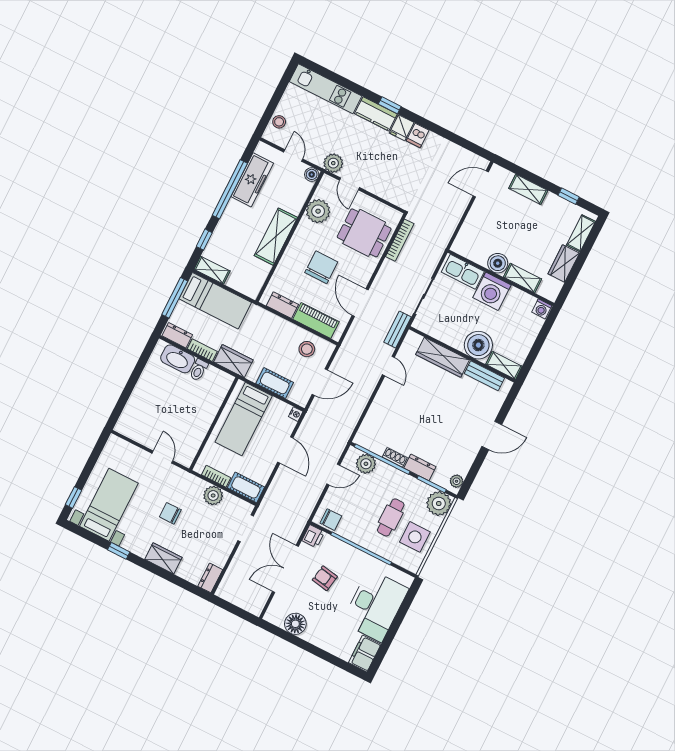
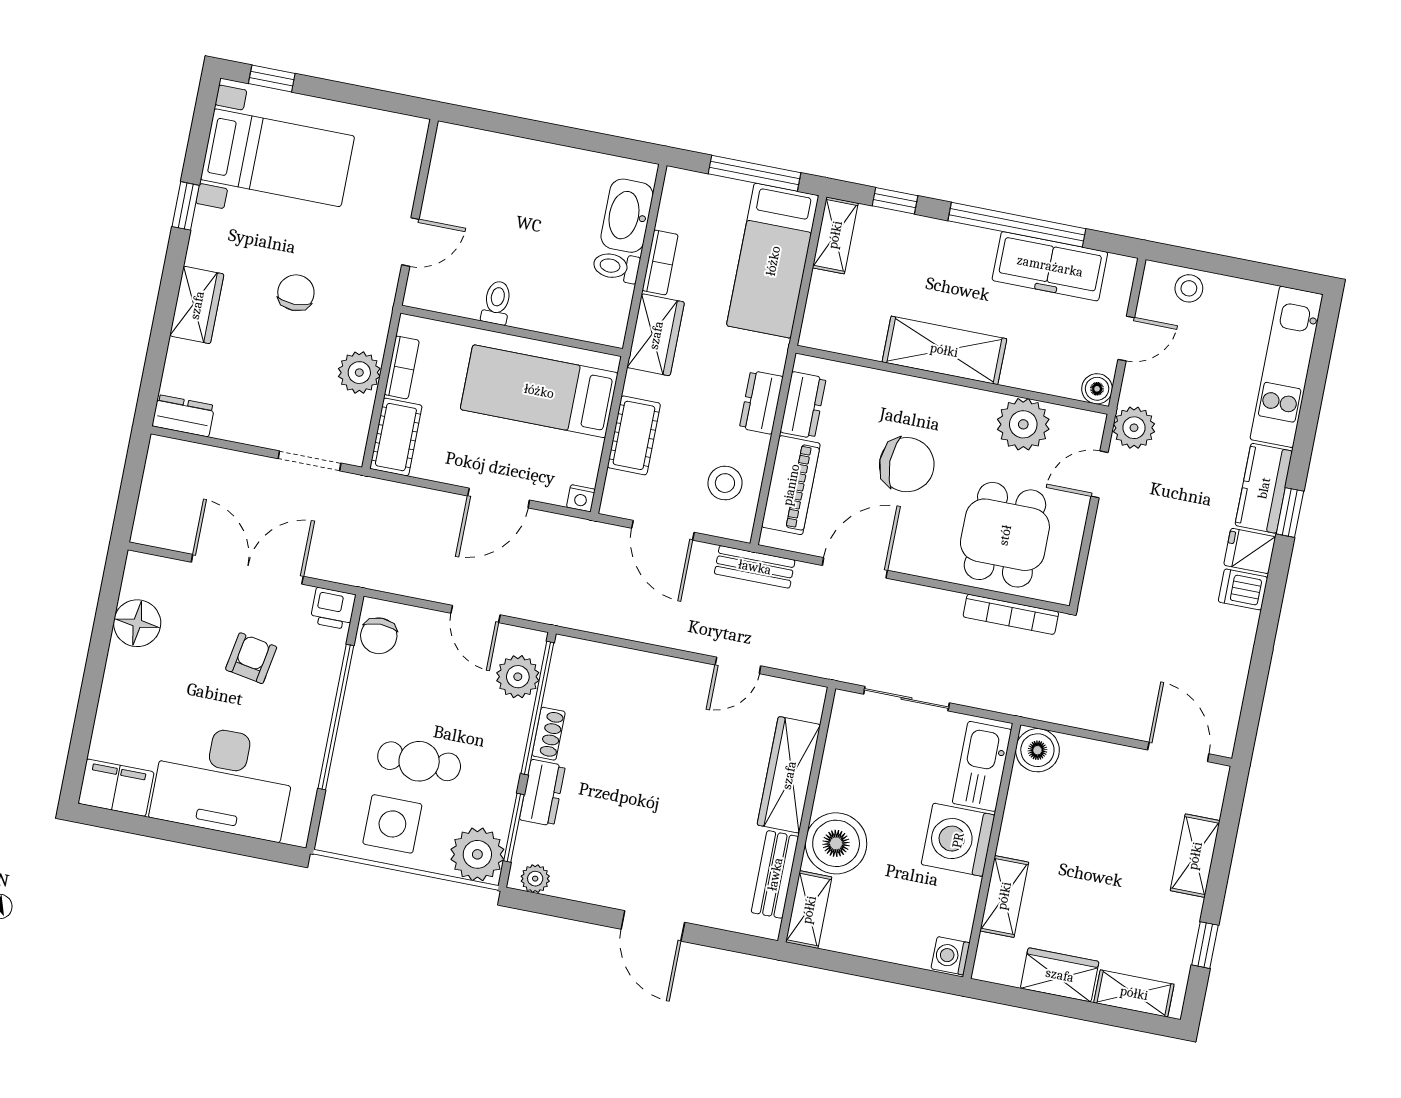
boiler: (498, 263) -> (1037, 750), moved
bench: (397, 330) -> (755, 567), moved
dresser: (177, 335) -> (761, 402), moved, turned 180
toilet: (200, 427) -> (497, 303), added

